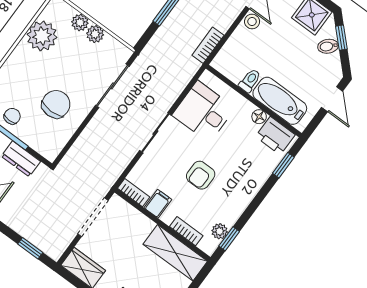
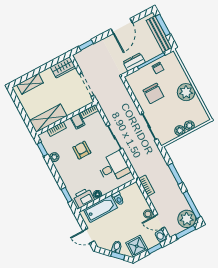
plant: (42, 36) -> (186, 92), moved
plant: (220, 231) -> (54, 157), moved

